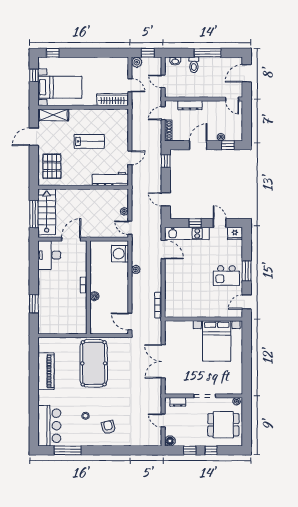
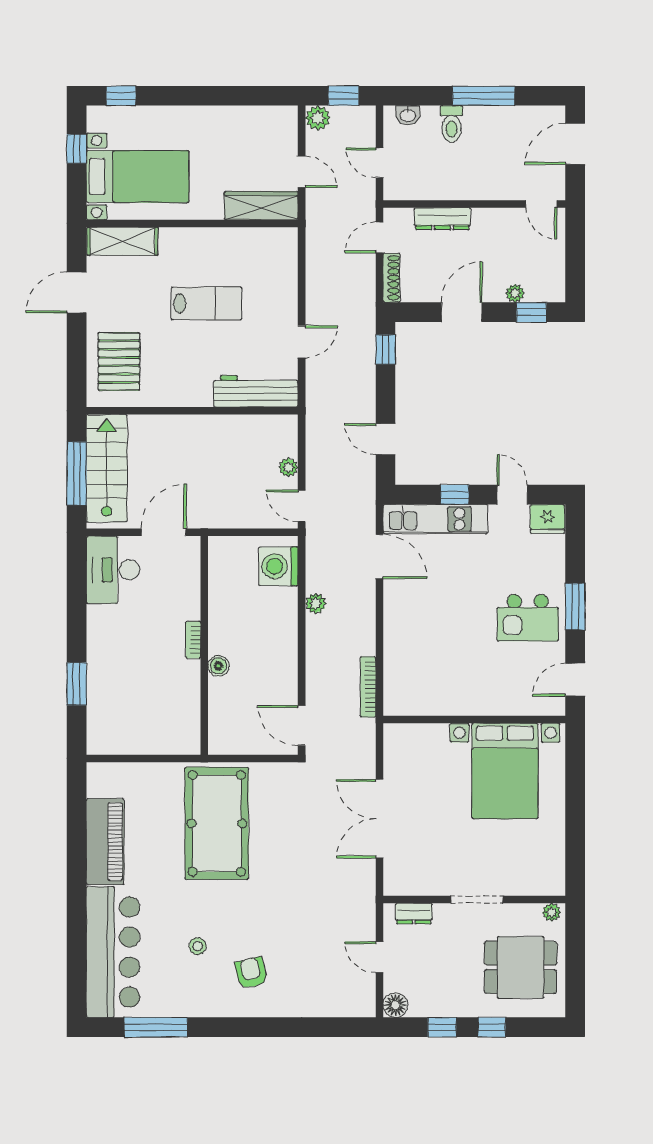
bar counter: (49, 426) -> (113, 952), width x1.36

